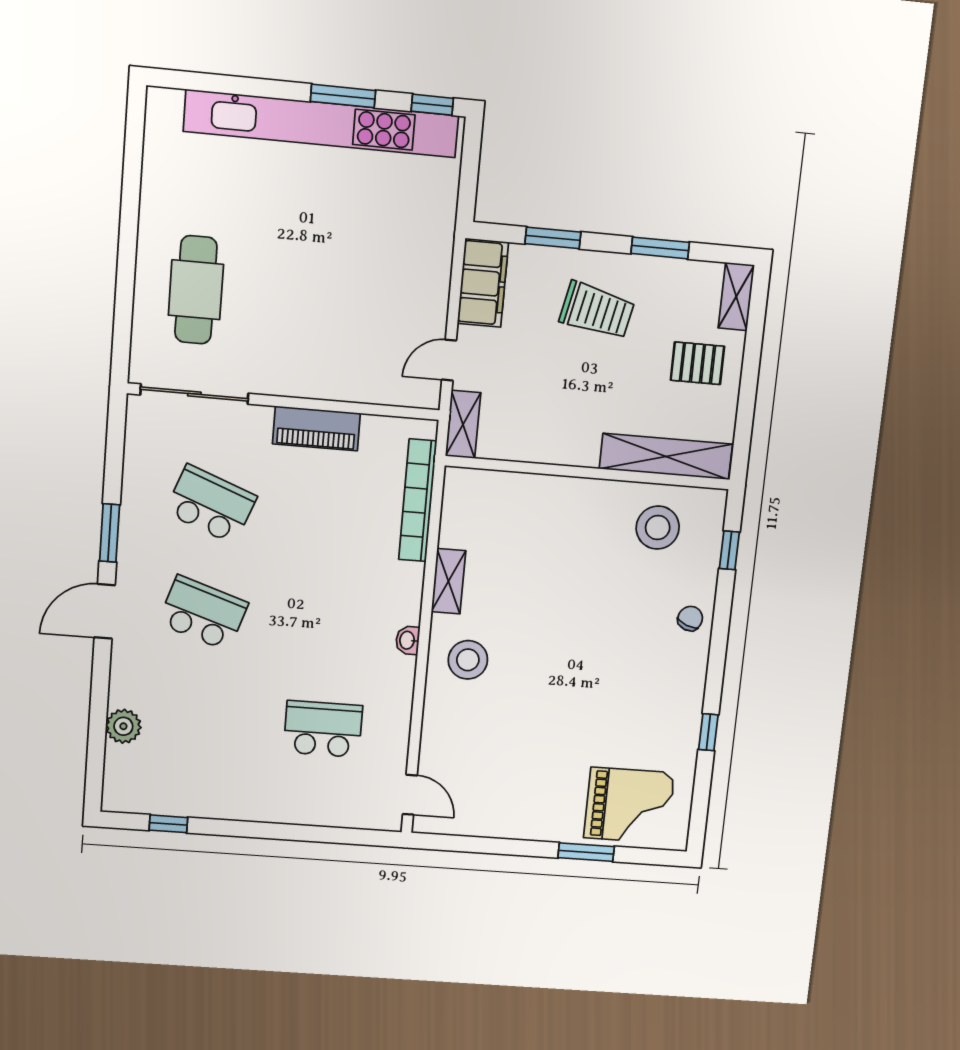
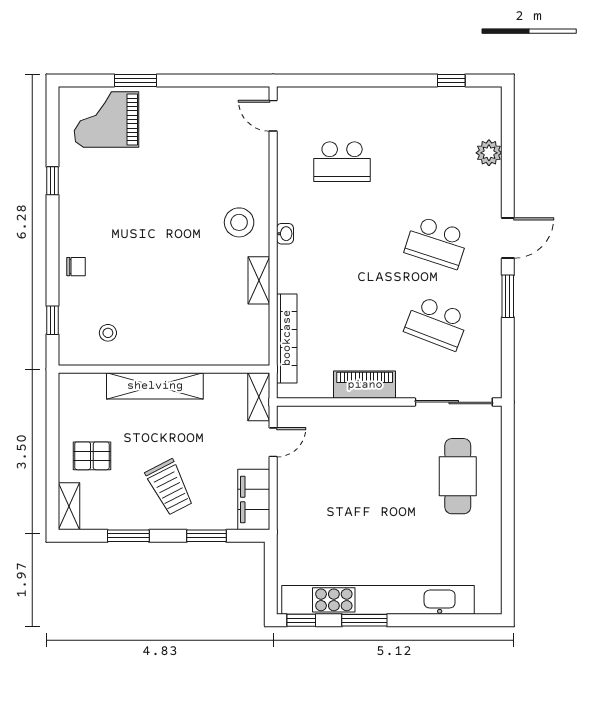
trolley: (597, 311) -> (169, 487), turned -129
shelving: (666, 457) -> (155, 386), moved
stool: (658, 528) -> (108, 333), width x0.53, depth x0.53
chair: (690, 619) -> (76, 267), turned -112

